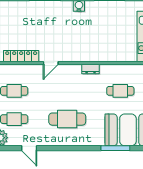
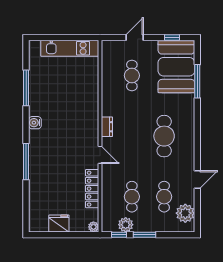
dresser: (91, 69) -> (107, 127), moved

